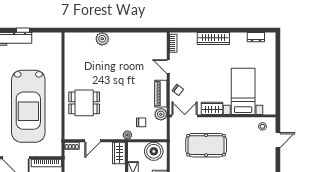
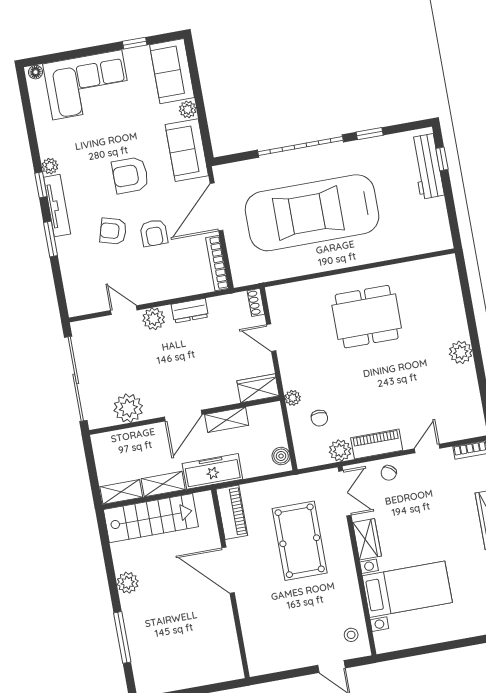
window: (23, 30) -> (442, 159), moved
plant: (102, 39) -> (461, 352), moved
dining table: (84, 103) -> (367, 317), moved, width x1.38
boiler: (154, 151) -> (281, 456), width x0.54, depth x0.54

